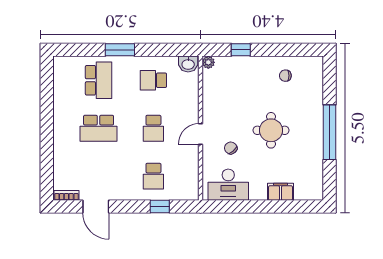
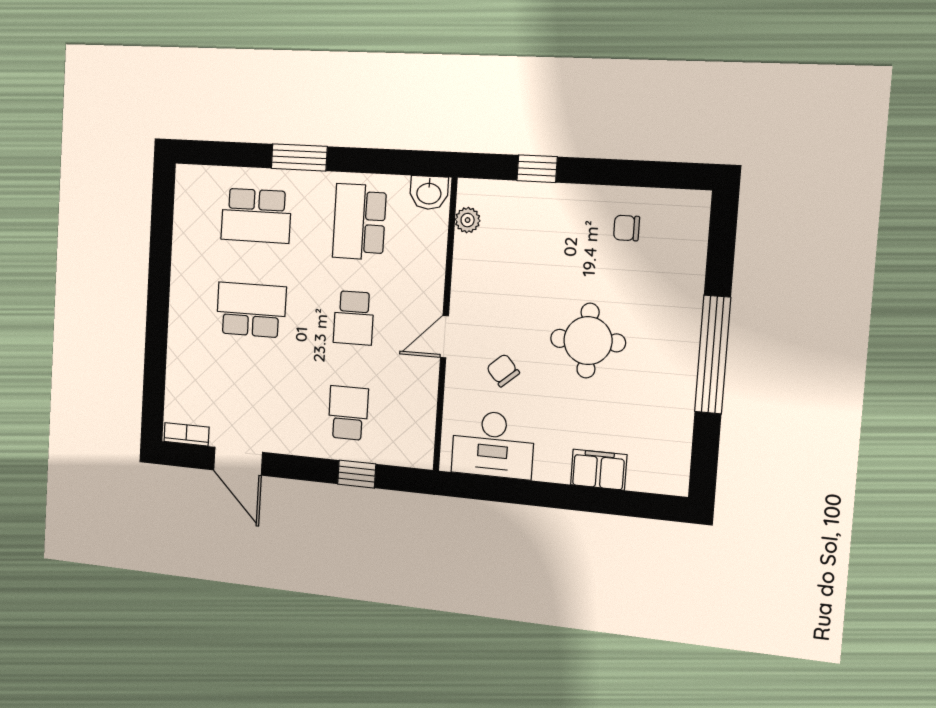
plant: (208, 62) -> (468, 220), moved
school desk: (99, 80) -> (256, 216), turned 90
school desk: (153, 80) -> (359, 222), width x1.85
school desk: (99, 128) -> (251, 310), turned 180
school desk: (153, 176) -> (348, 413), turned 180

